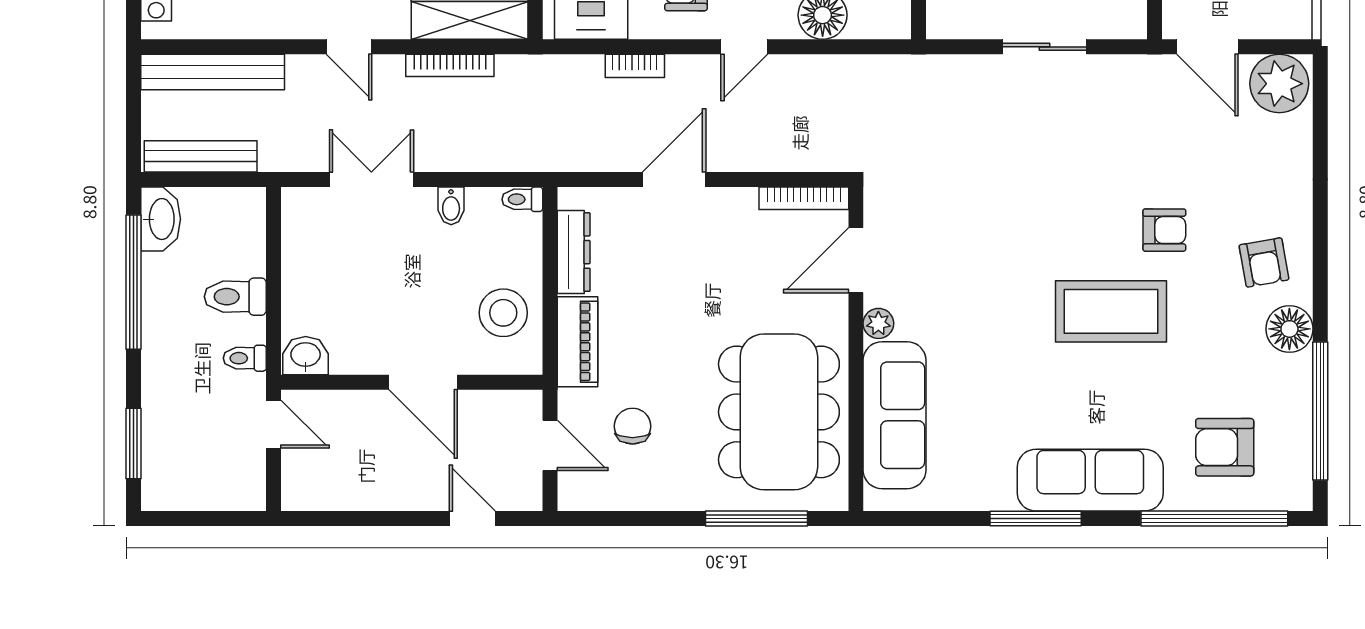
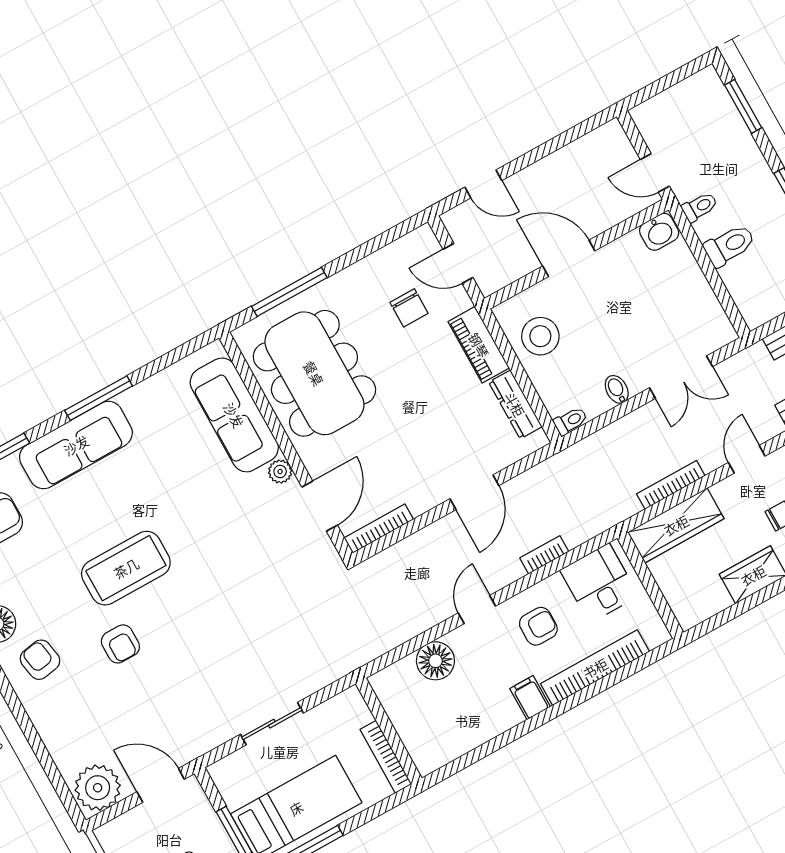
door: (349, 47) -> (747, 459), hinge flipped
armchair: (1164, 230) -> (120, 644), turned -90

